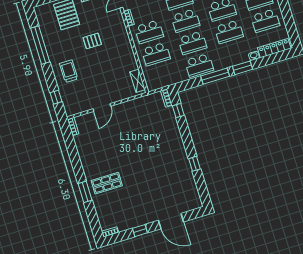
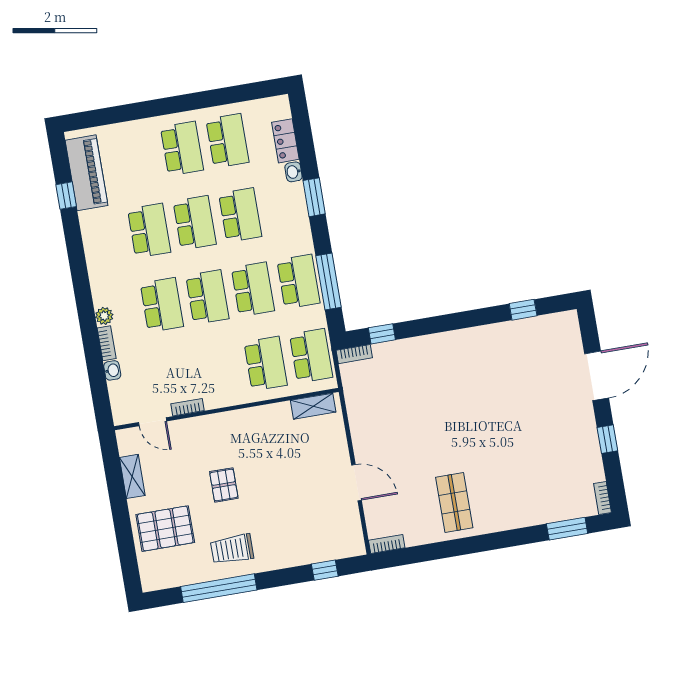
school desk: (149, 32) -> (311, 356), moved
locker: (274, 48) -> (285, 141), width x0.66
trolley: (69, 71) -> (232, 549), moved
window: (215, 76) -> (329, 281), moved
window: (195, 164) -> (523, 310), moved
shop shelf: (107, 183) -> (454, 502), moved
window: (85, 192) -> (567, 529), moved

